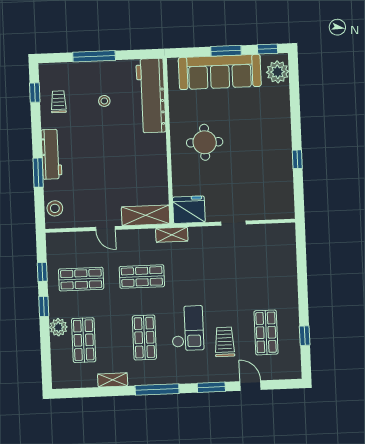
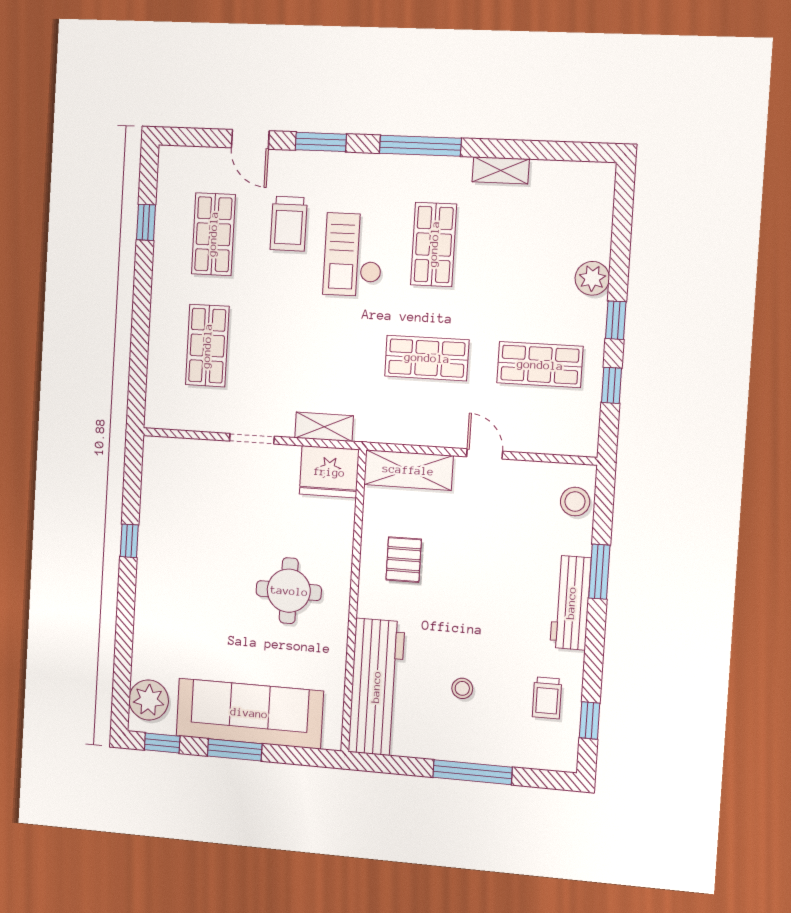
pallet: (143, 167) -> (404, 560), added
shelving: (172, 235) -> (324, 427), moved
shop shelf: (84, 340) -> (207, 346), moved

